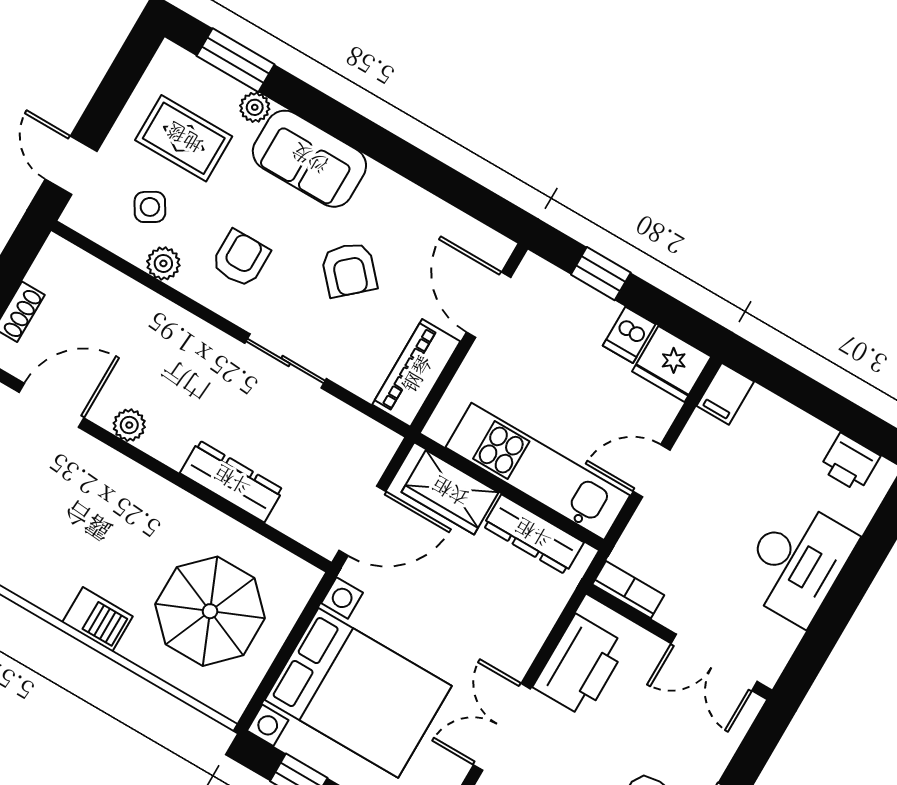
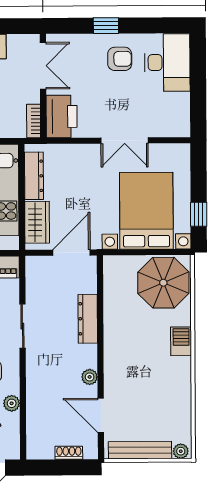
door: (362, 521) -> (72, 253), hinge flipped
parasol: (210, 611) -> (163, 283), moved
printer: (580, 666) -> (62, 116), moved, turned 90

